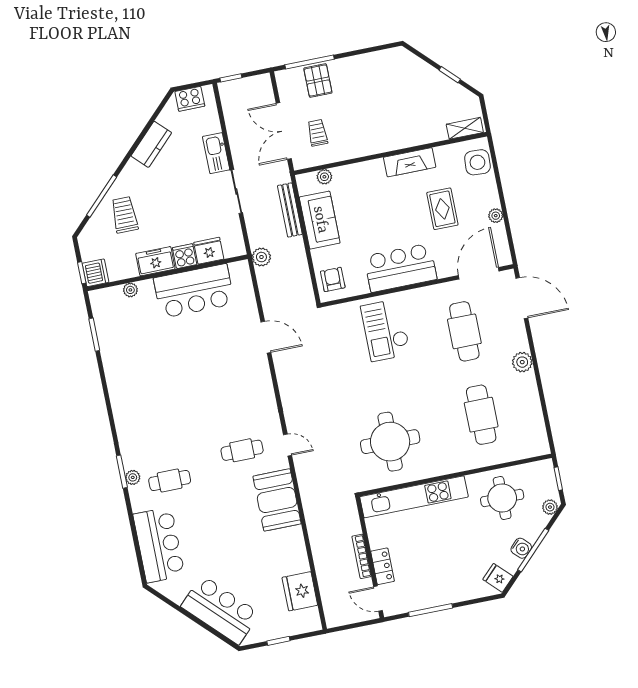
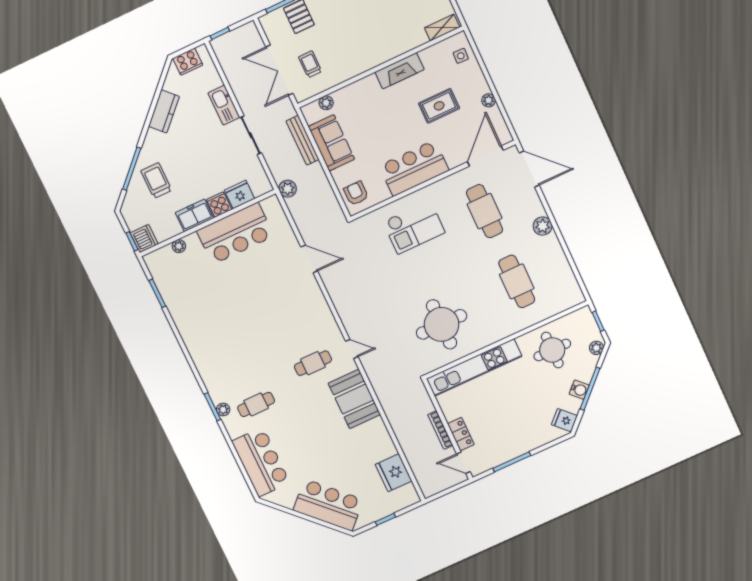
side table: (477, 162) -> (461, 56), width x0.54, depth x0.54
rug: (442, 209) -> (439, 106), turned 90
checkout: (385, 330) -> (414, 227), turned -90

